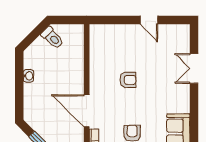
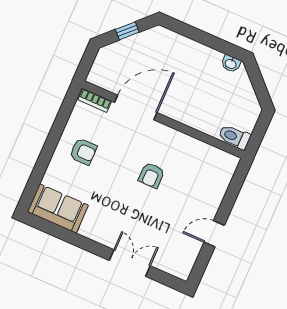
toilet: (52, 38) -> (234, 137), moved, turned 45
washbasin: (28, 76) -> (231, 64), moved

